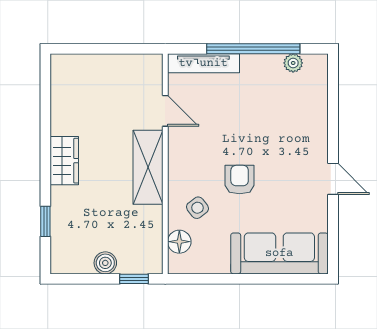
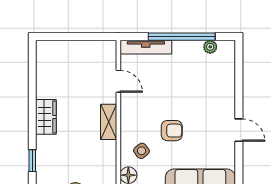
shelving: (148, 167) -> (109, 122), width x0.67, depth x0.75
armchair: (240, 180) -> (172, 131), turned 90

